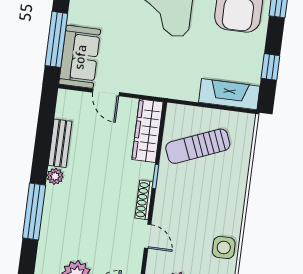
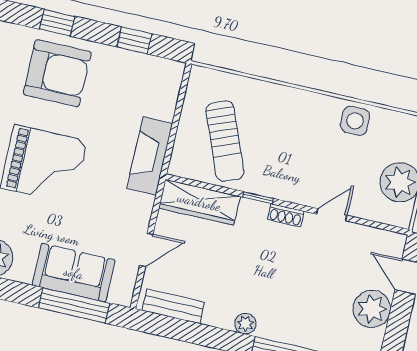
sofa: (80, 57) -> (74, 273), moved
fireplace: (229, 94) -> (150, 156), moved
bench: (60, 143) -> (173, 306), moved
shoe rack: (144, 200) -> (286, 215), width x0.70

